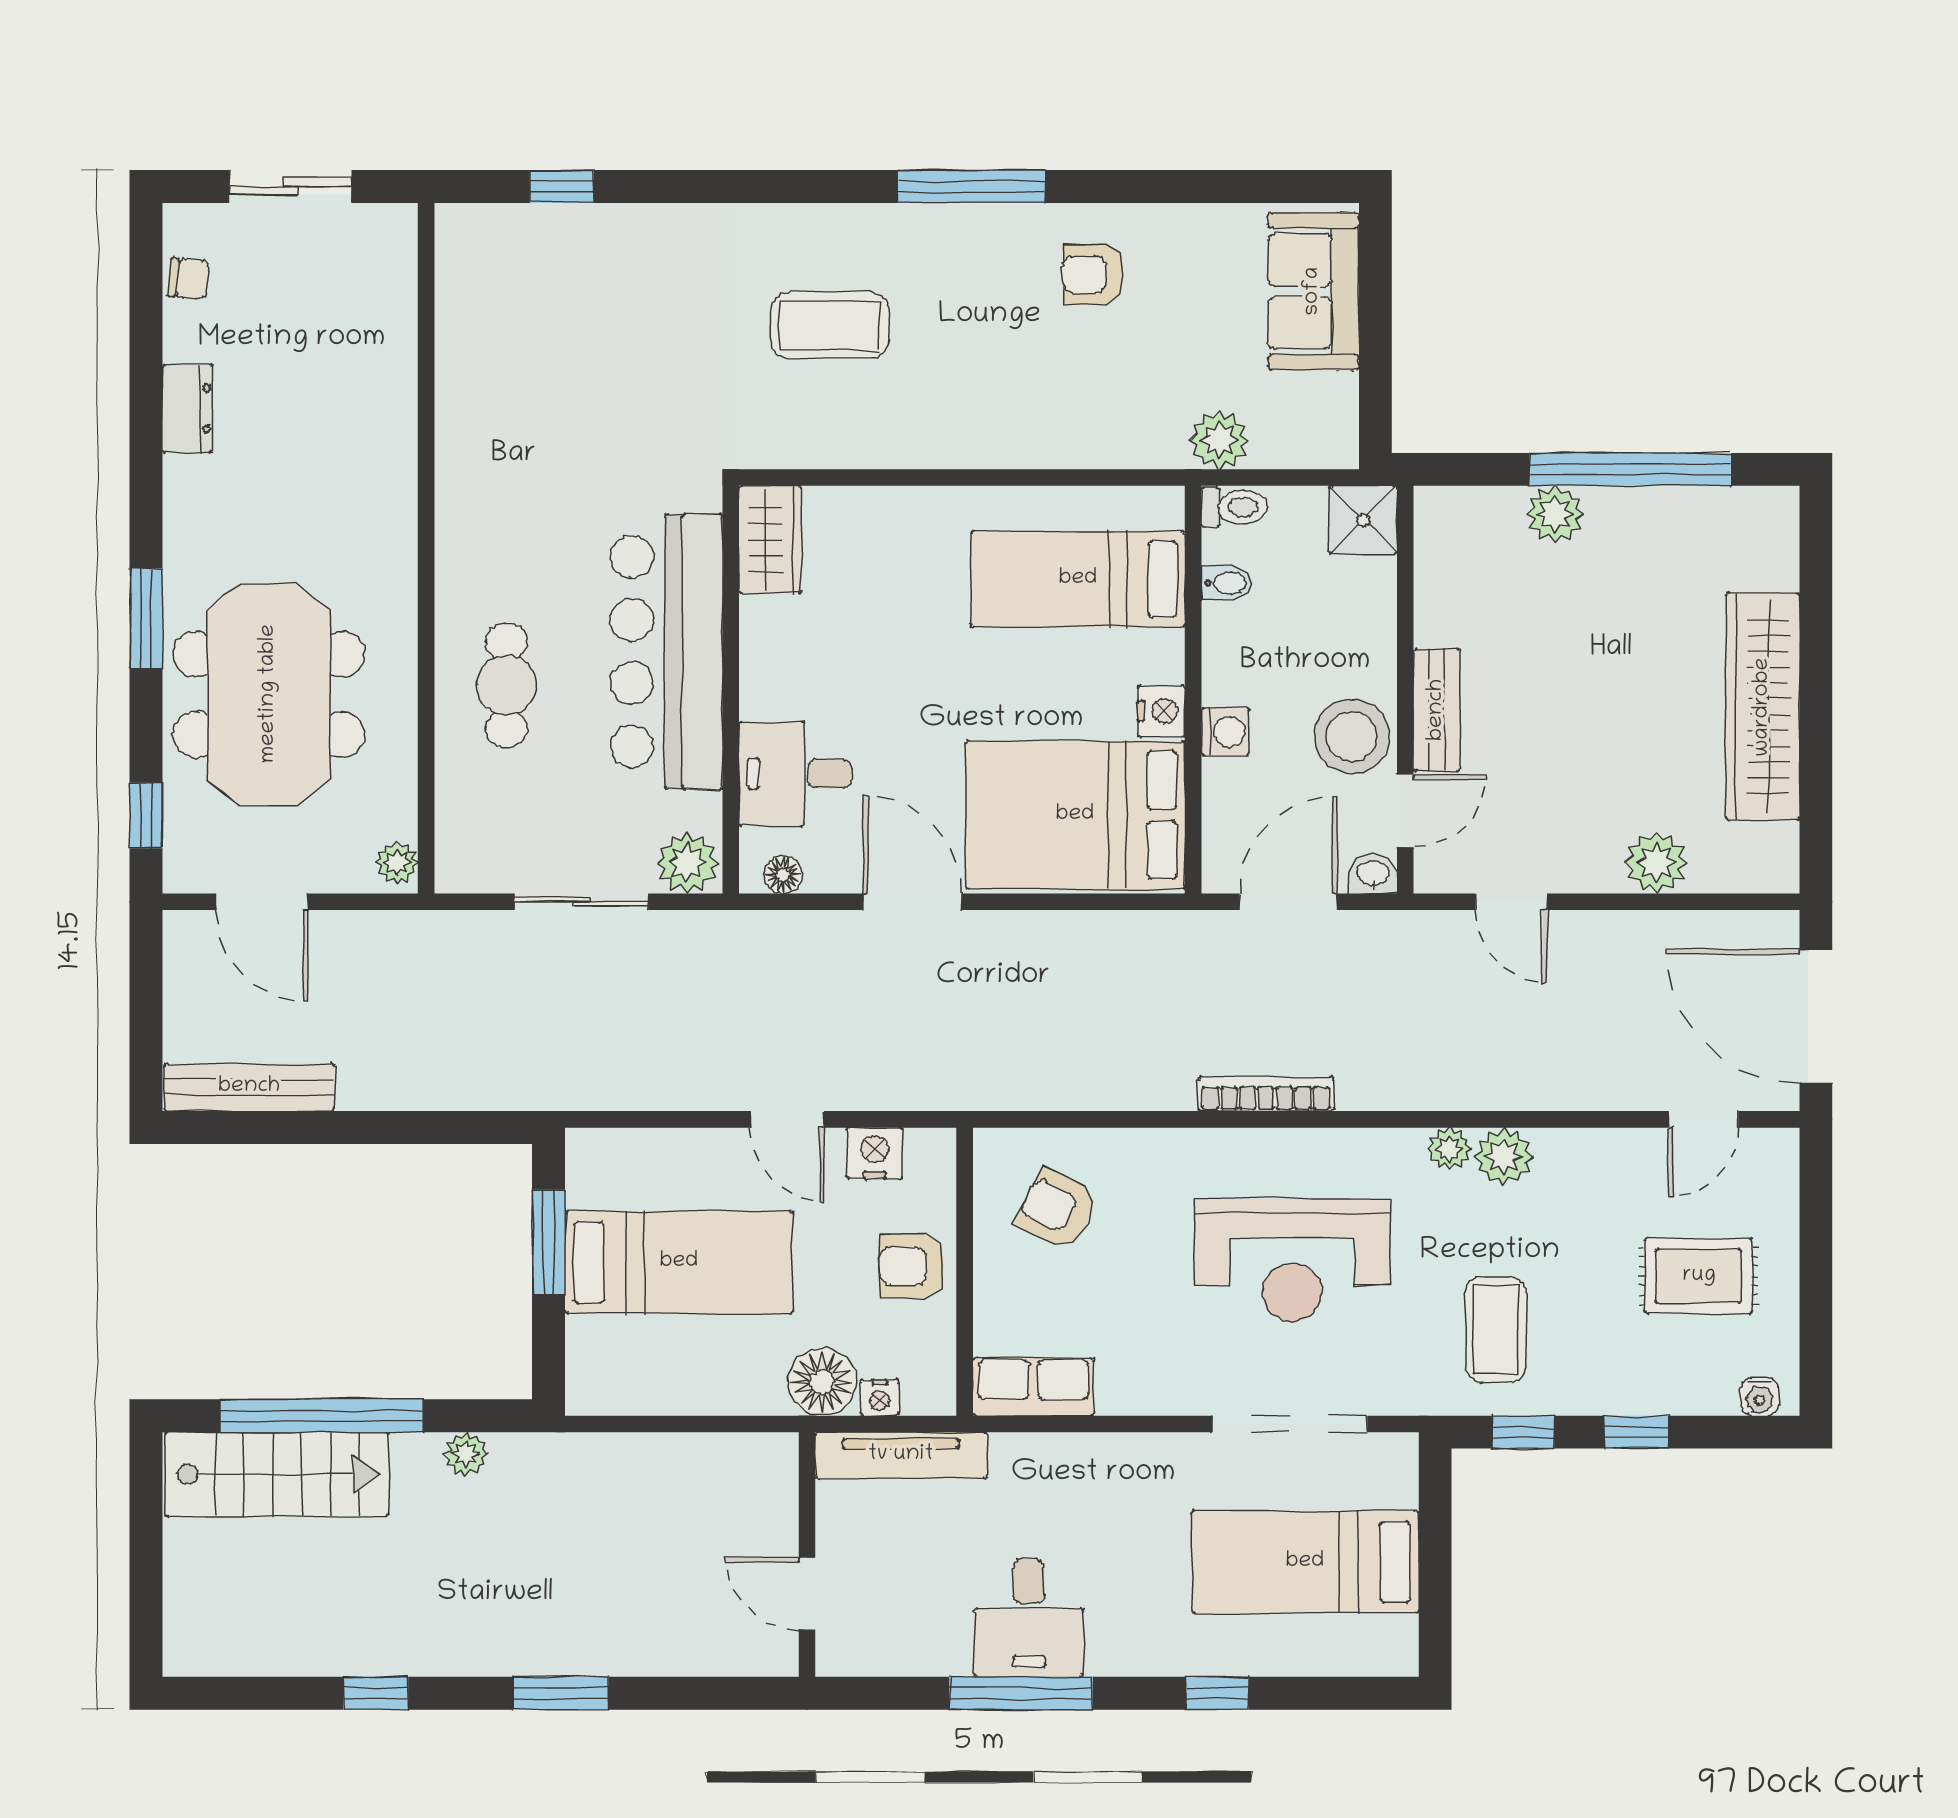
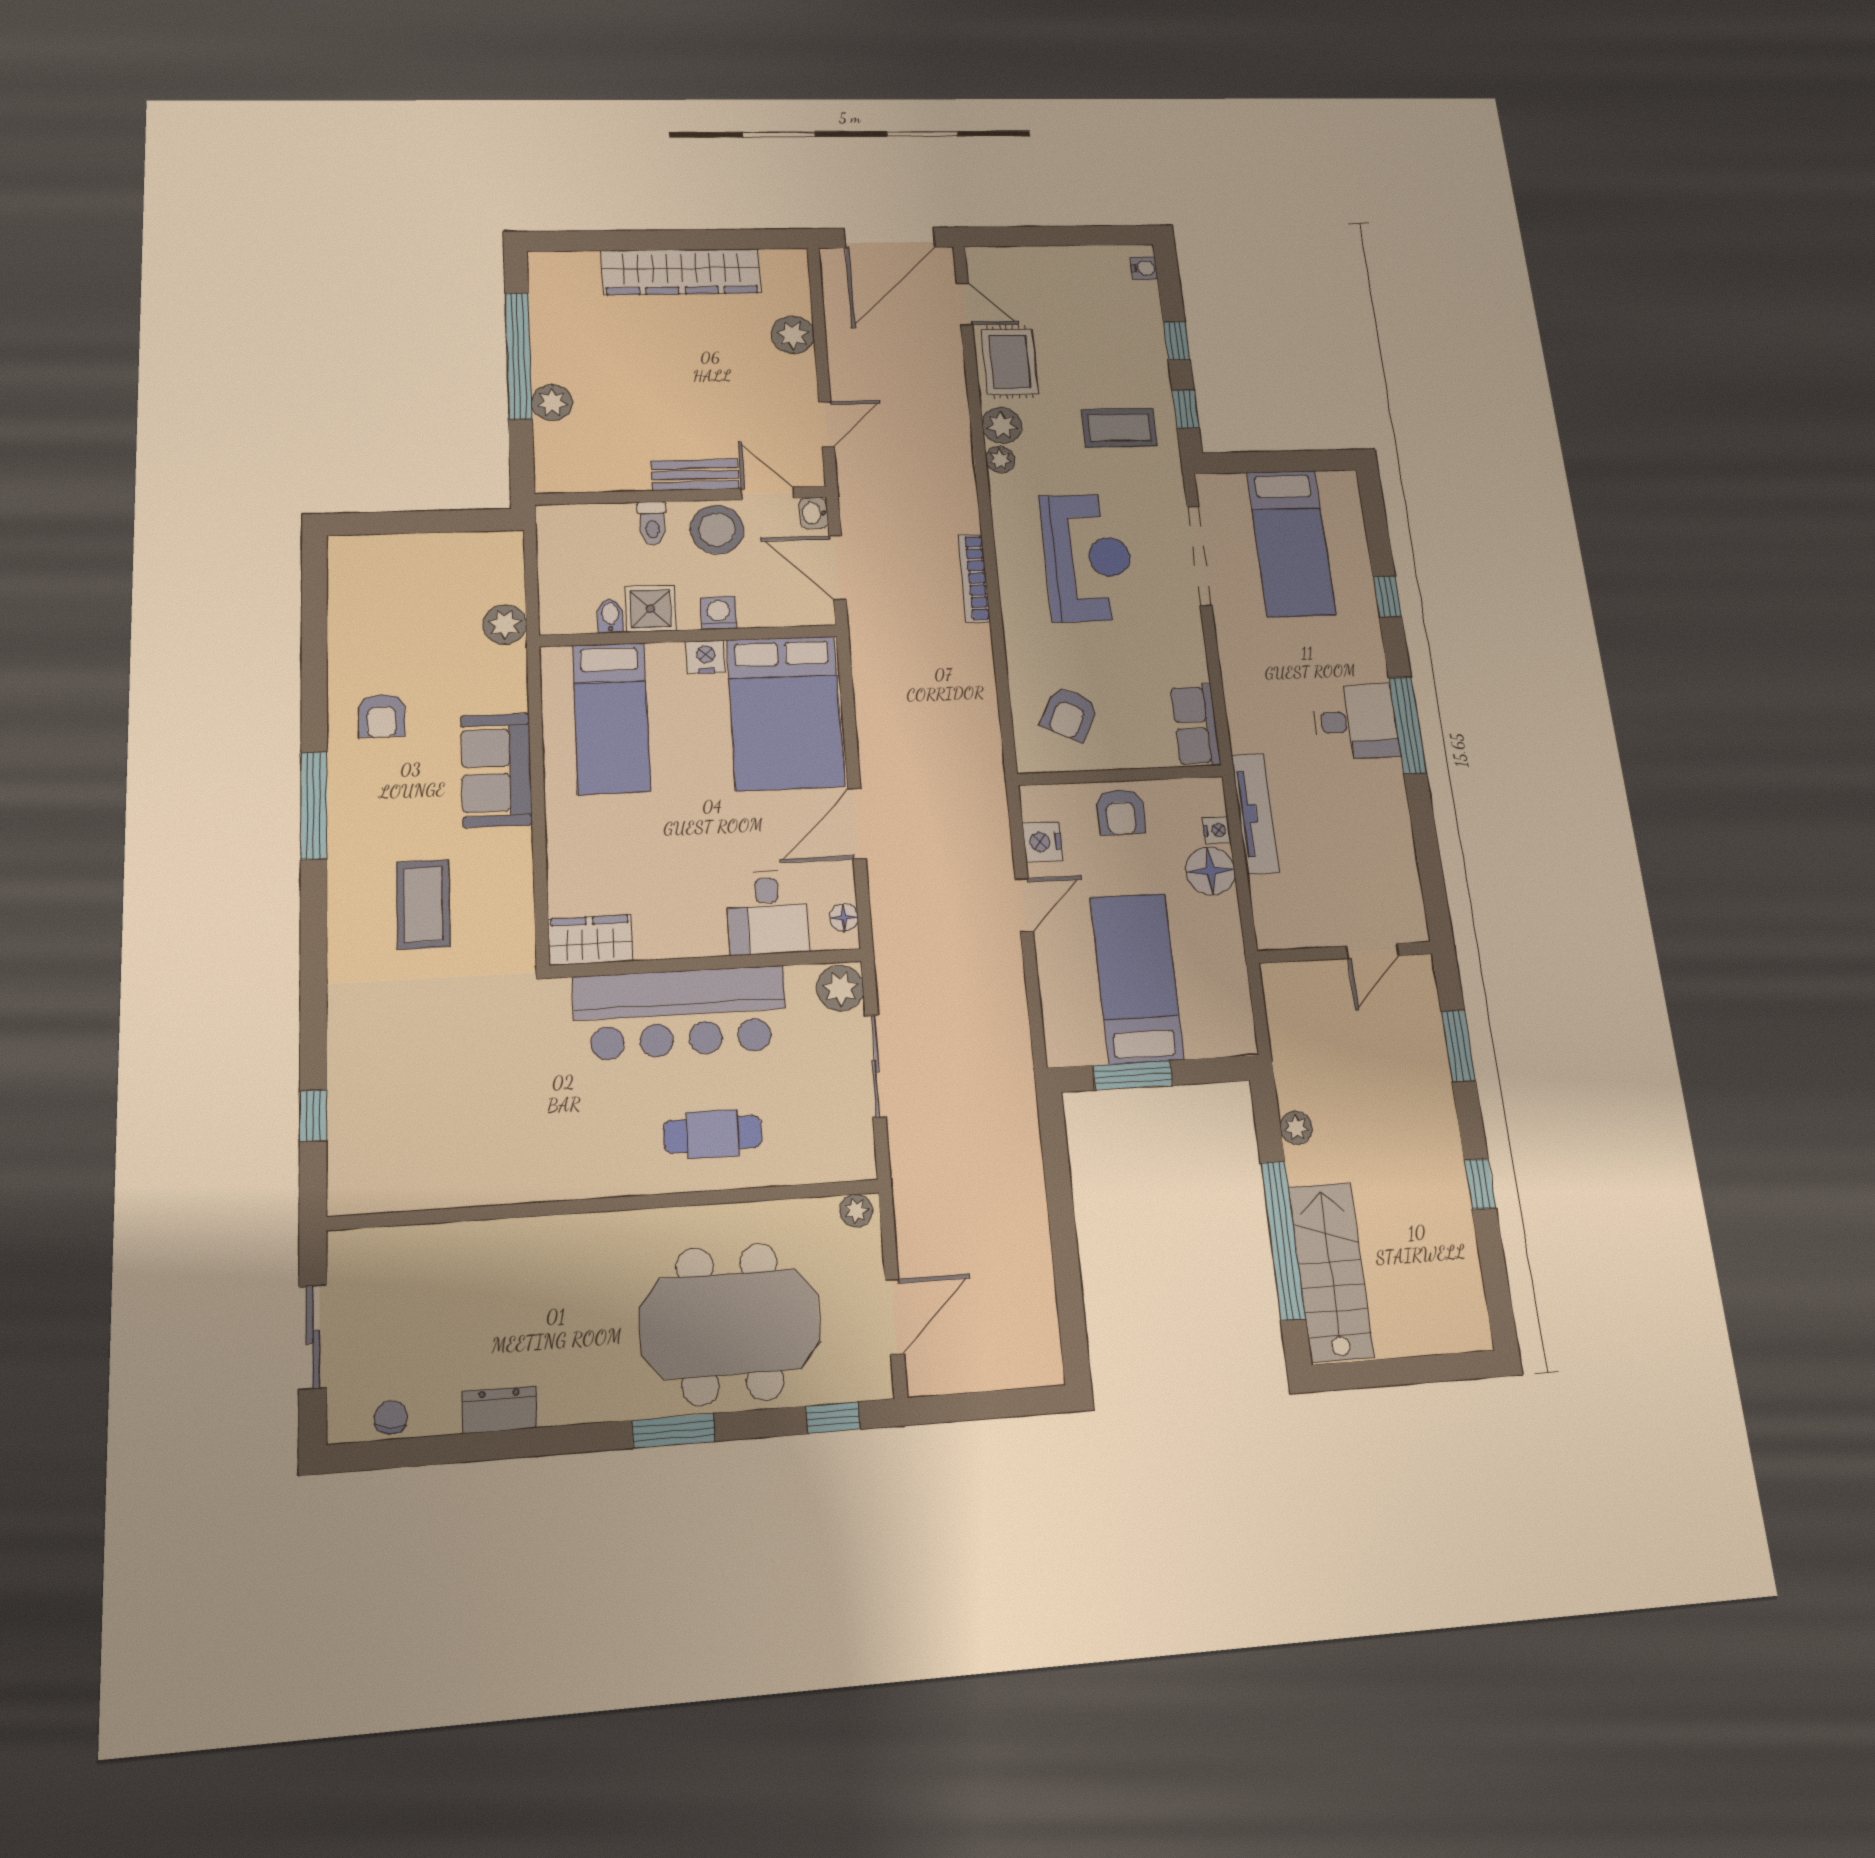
sofa: (1313, 291) -> (496, 770), moved, turned 90
toilet: (1234, 507) -> (652, 523), moved, turned 180
shower: (1363, 520) -> (651, 609), moved
bench: (249, 1087) -> (1040, 1316), removed
rug: (1699, 1276) -> (1010, 362), moved
wall: (807, 1555) -> (1345, 952), moved
door: (807, 1594) -> (1373, 951), moved

